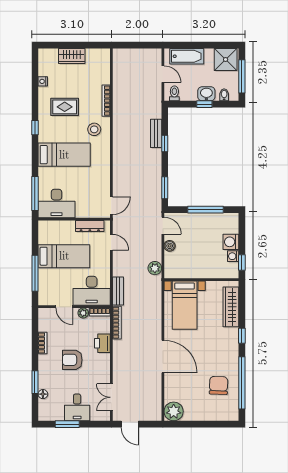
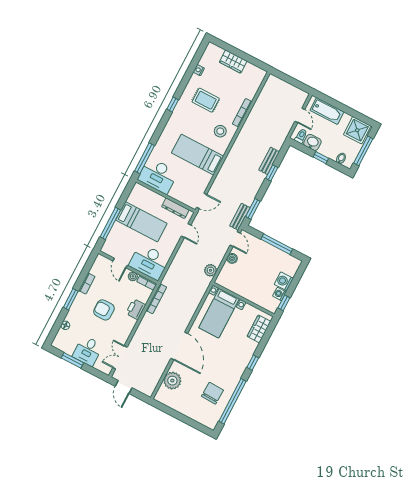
washbasin: (206, 94) -> (312, 142), moved
bed: (64, 155) -> (198, 155), moved, turned 180
bench: (118, 291) -> (240, 217), moved
wardrobe: (231, 307) -> (259, 329), width x0.67
window: (35, 382) -> (71, 299), moved
plant: (174, 411) -> (172, 381), moved

